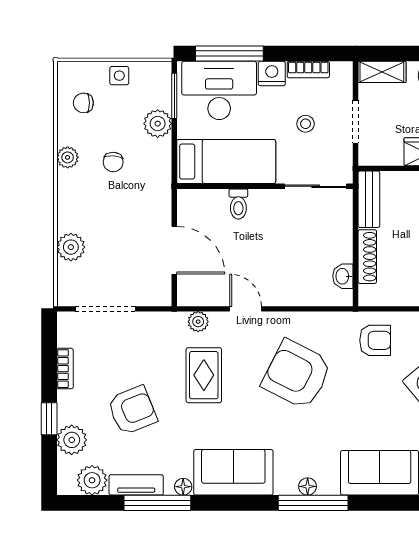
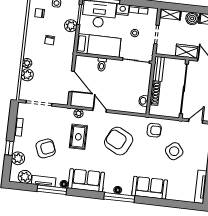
plant: (68, 157) -> (27, 63), moved

